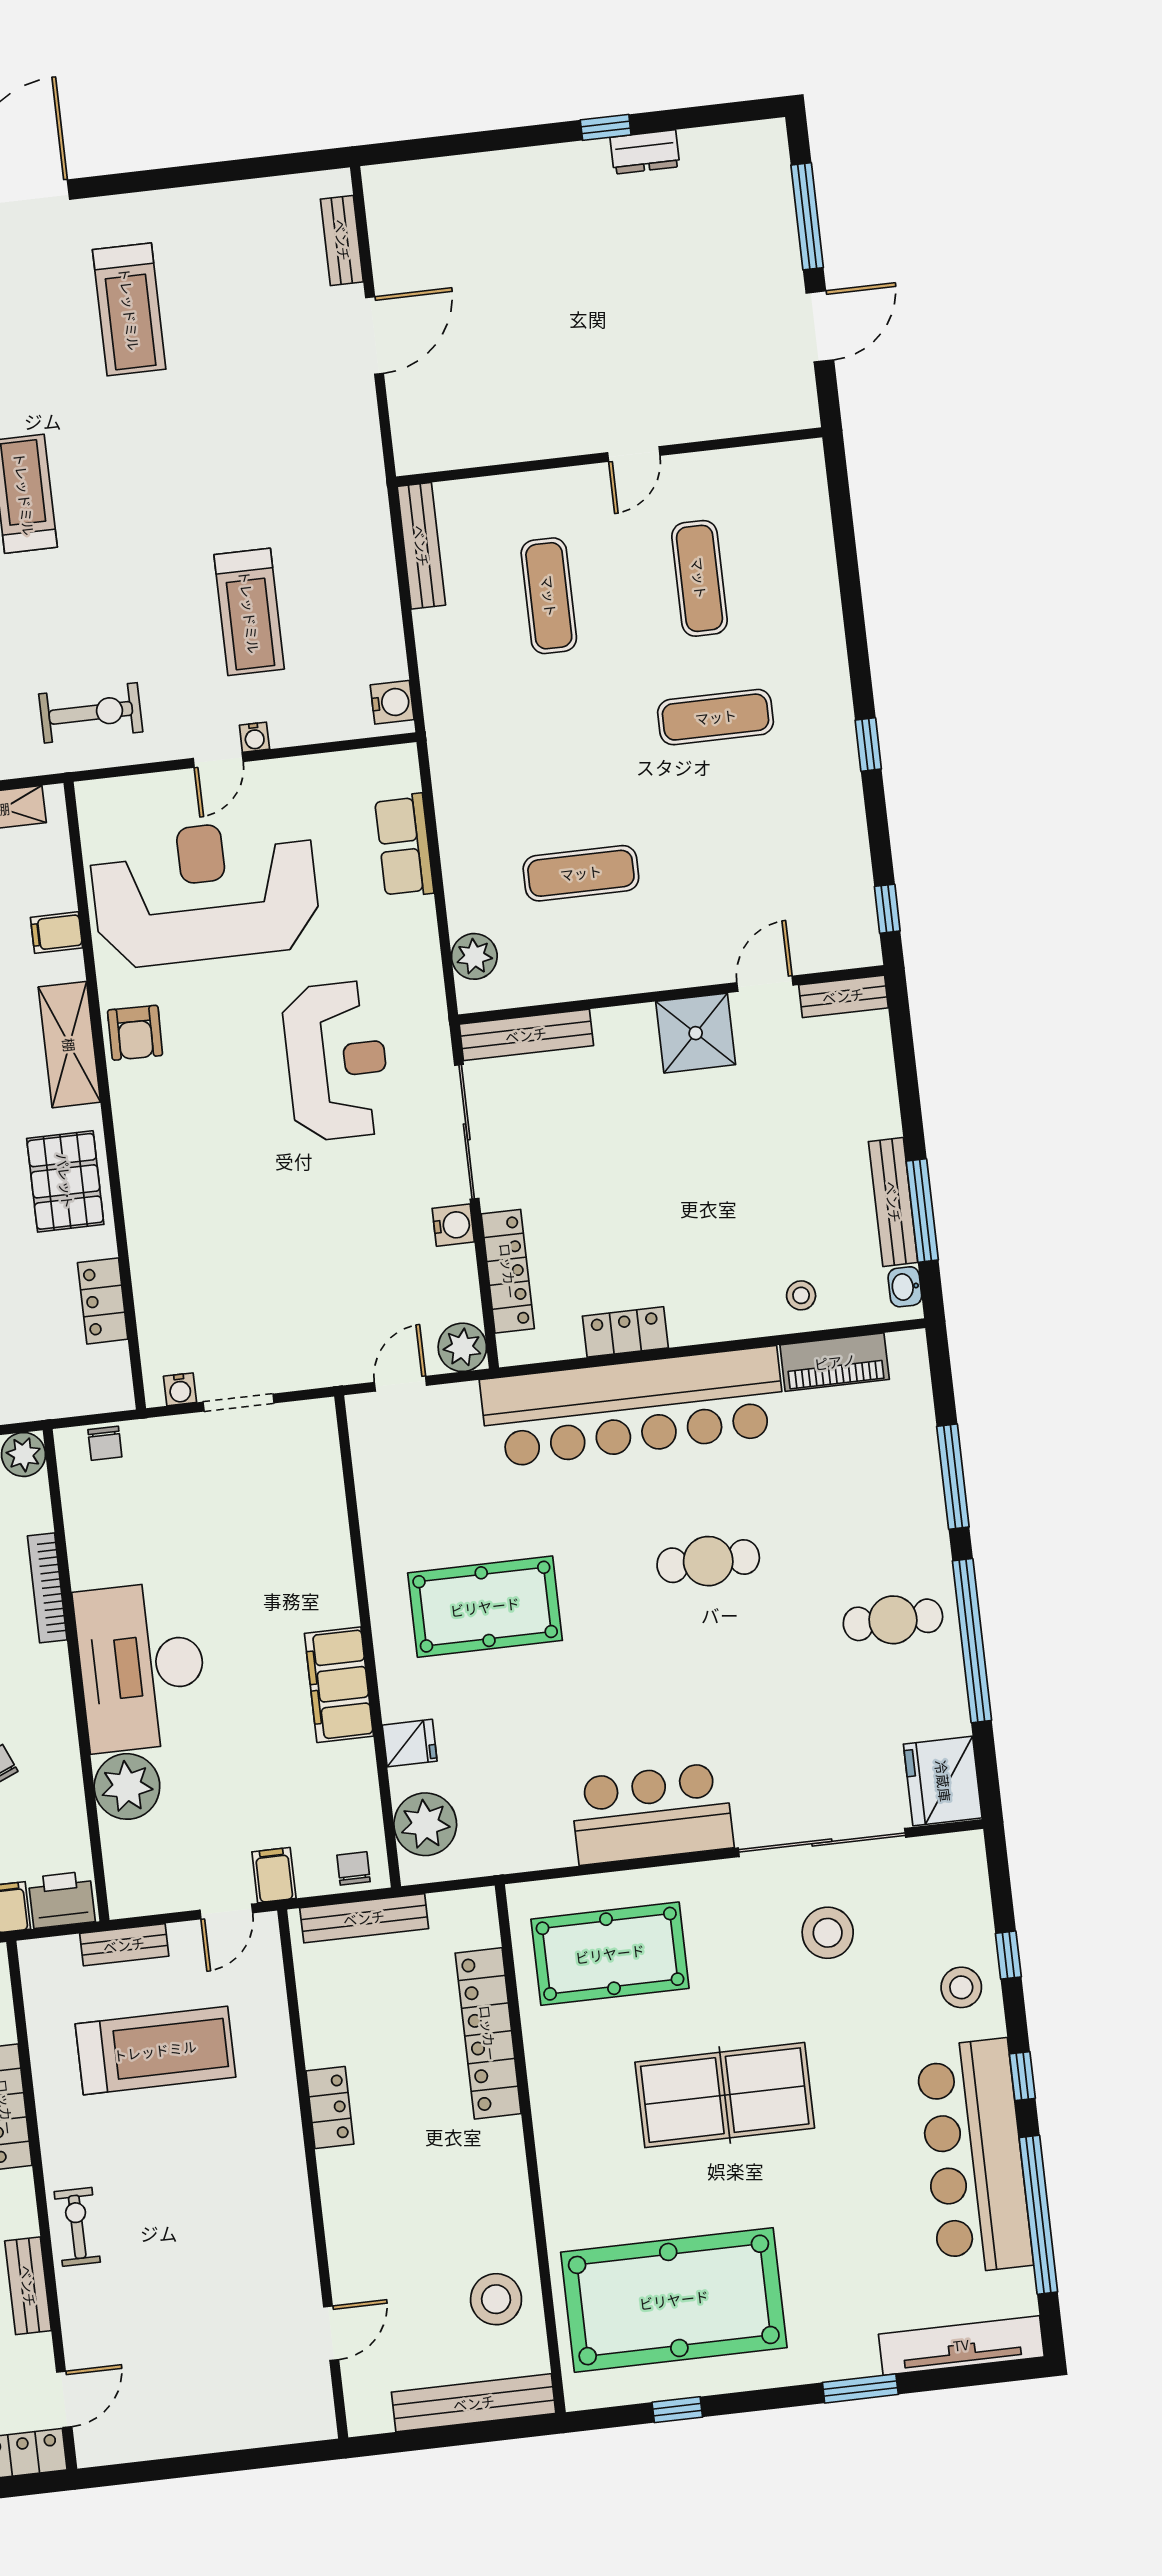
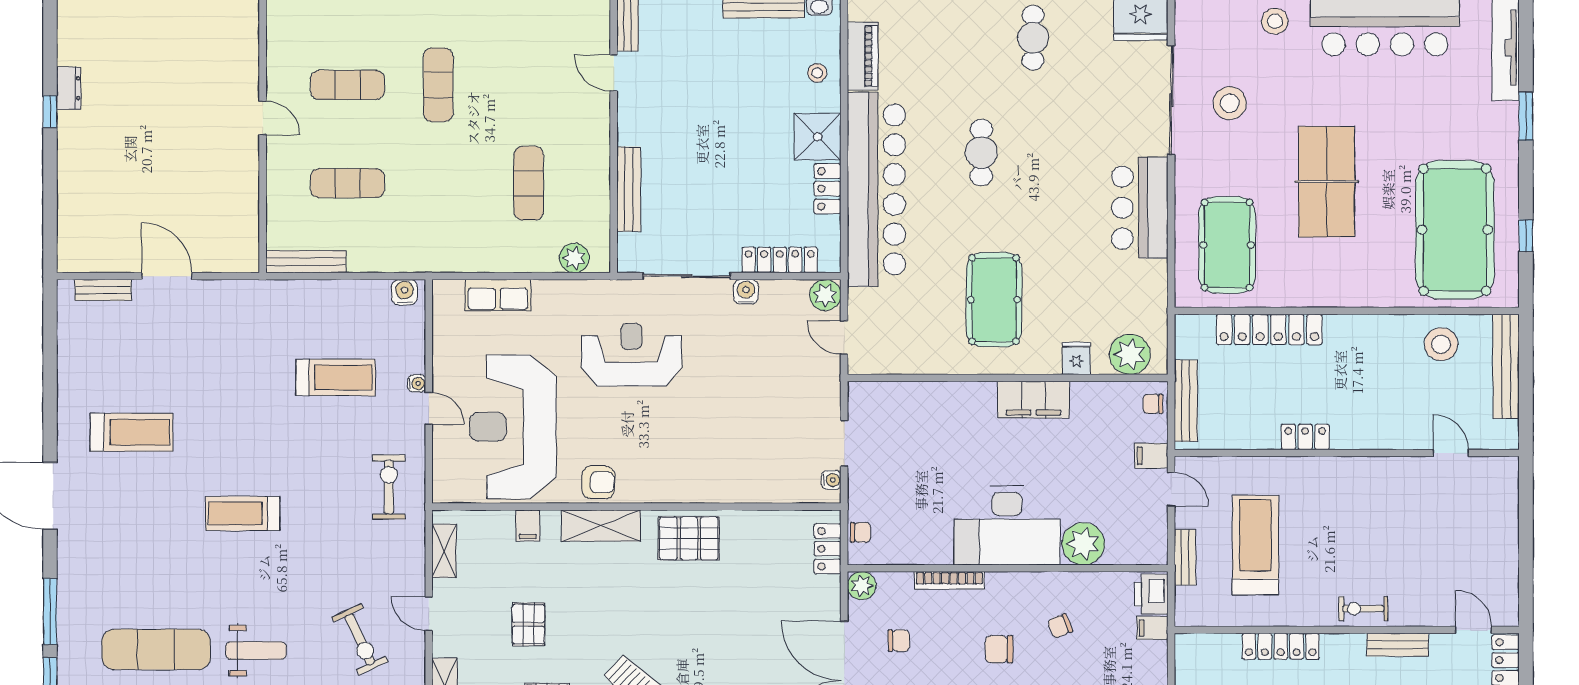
shower: (696, 1033) -> (818, 137), moved
bench: (526, 1035) -> (629, 189), moved
locker: (103, 1301) -> (828, 549), moved, turned 90

